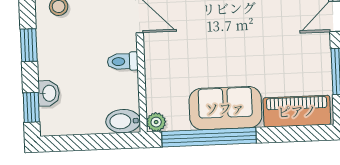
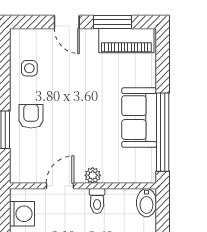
piano: (297, 111) -> (126, 41), moved, turned -90
plant: (156, 122) -> (93, 175), moved

